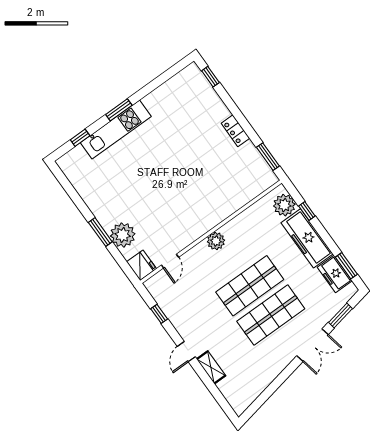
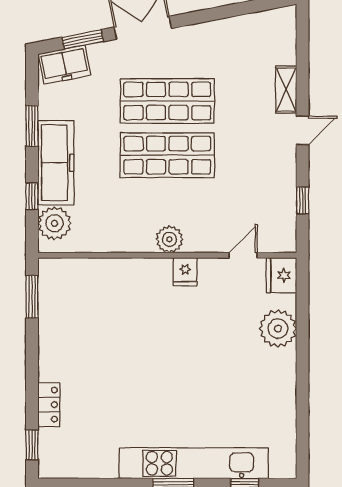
kitchen unit: (116, 129) -> (194, 463), width x1.36
locker: (235, 131) -> (49, 405), moved
fridge: (195, 230) -> (185, 272), added
window: (100, 232) -> (303, 352), removed
window: (346, 266) -> (32, 126), moved
freezer: (335, 274) -> (65, 65), moved, turned 79

